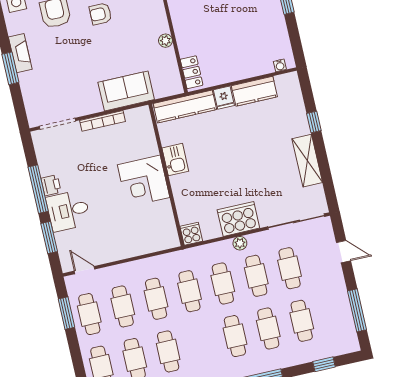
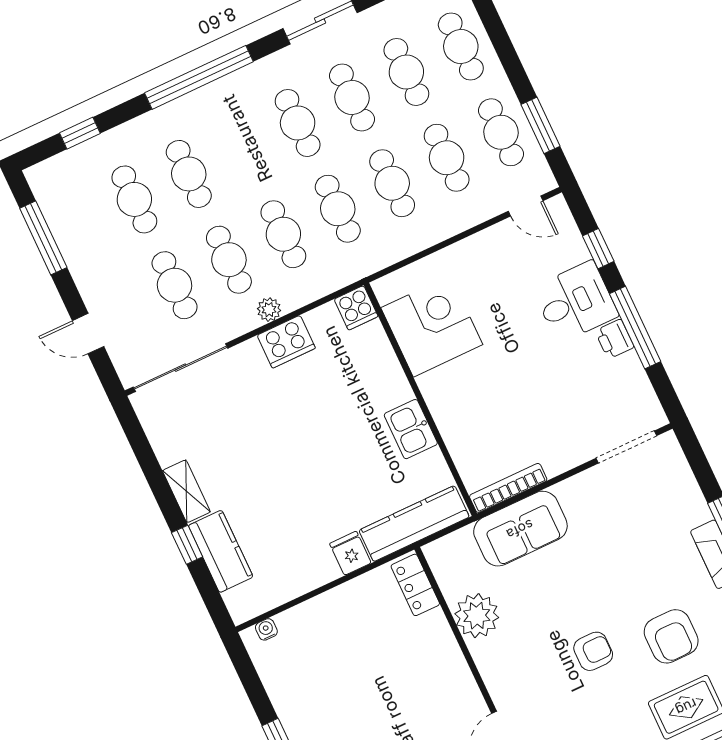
plant: (165, 41) -> (477, 616), width x1.88, depth x1.88
kitchen counter: (254, 91) -> (221, 551), moved, turned 90
bookcase: (102, 121) -> (508, 488), moved
shelving: (307, 161) -> (186, 491), width x0.67, depth x0.75
corner desk: (144, 181) -> (432, 326), moved
cooker: (238, 219) -> (286, 342), width x0.73, depth x0.76
window: (49, 238) -> (598, 249), width x0.67
cafe table: (235, 336) -> (298, 123), moved

